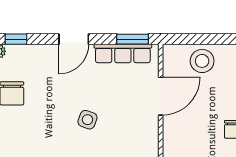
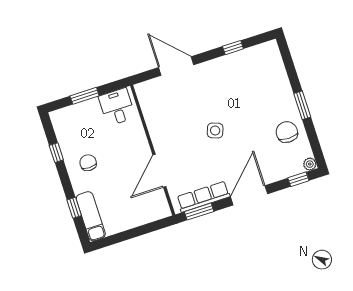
door: (74, 39) -> (249, 195), width x1.36
stool: (202, 61) -> (134, 212), removed

